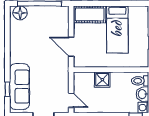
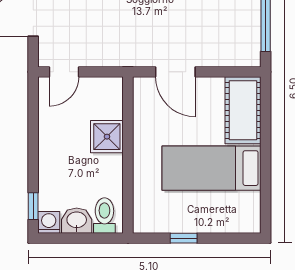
door: (71, 47) -> (175, 72), swing flipped

